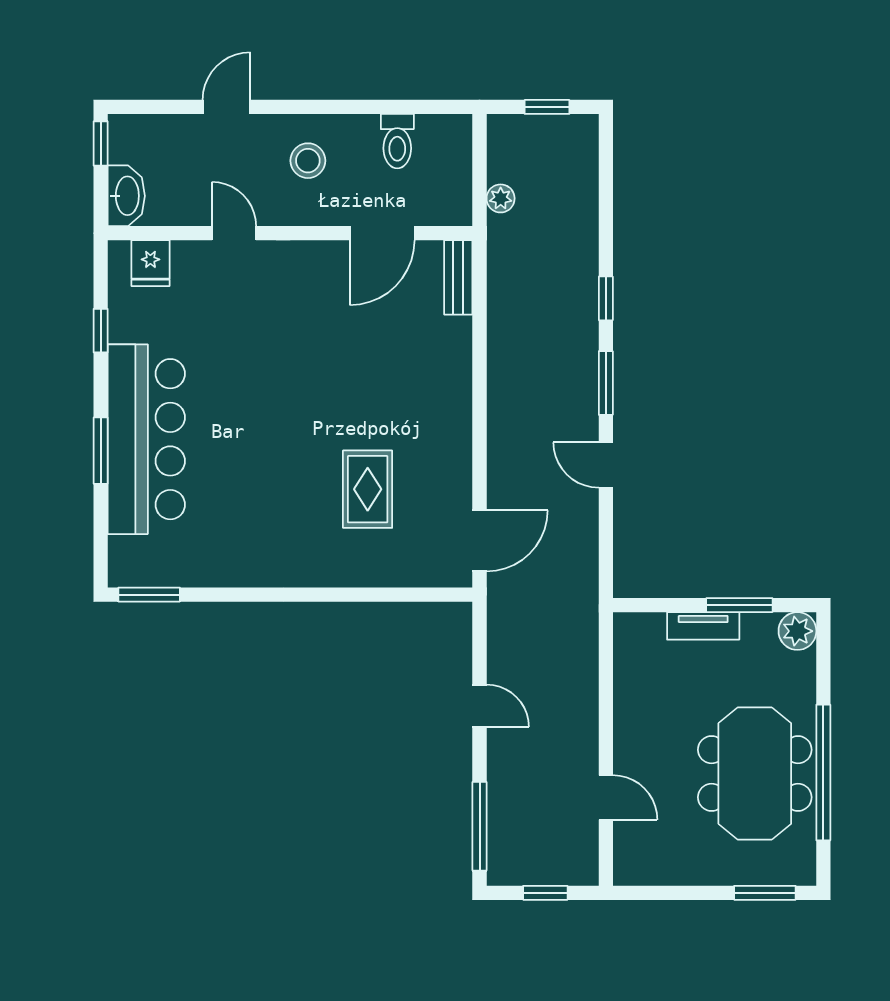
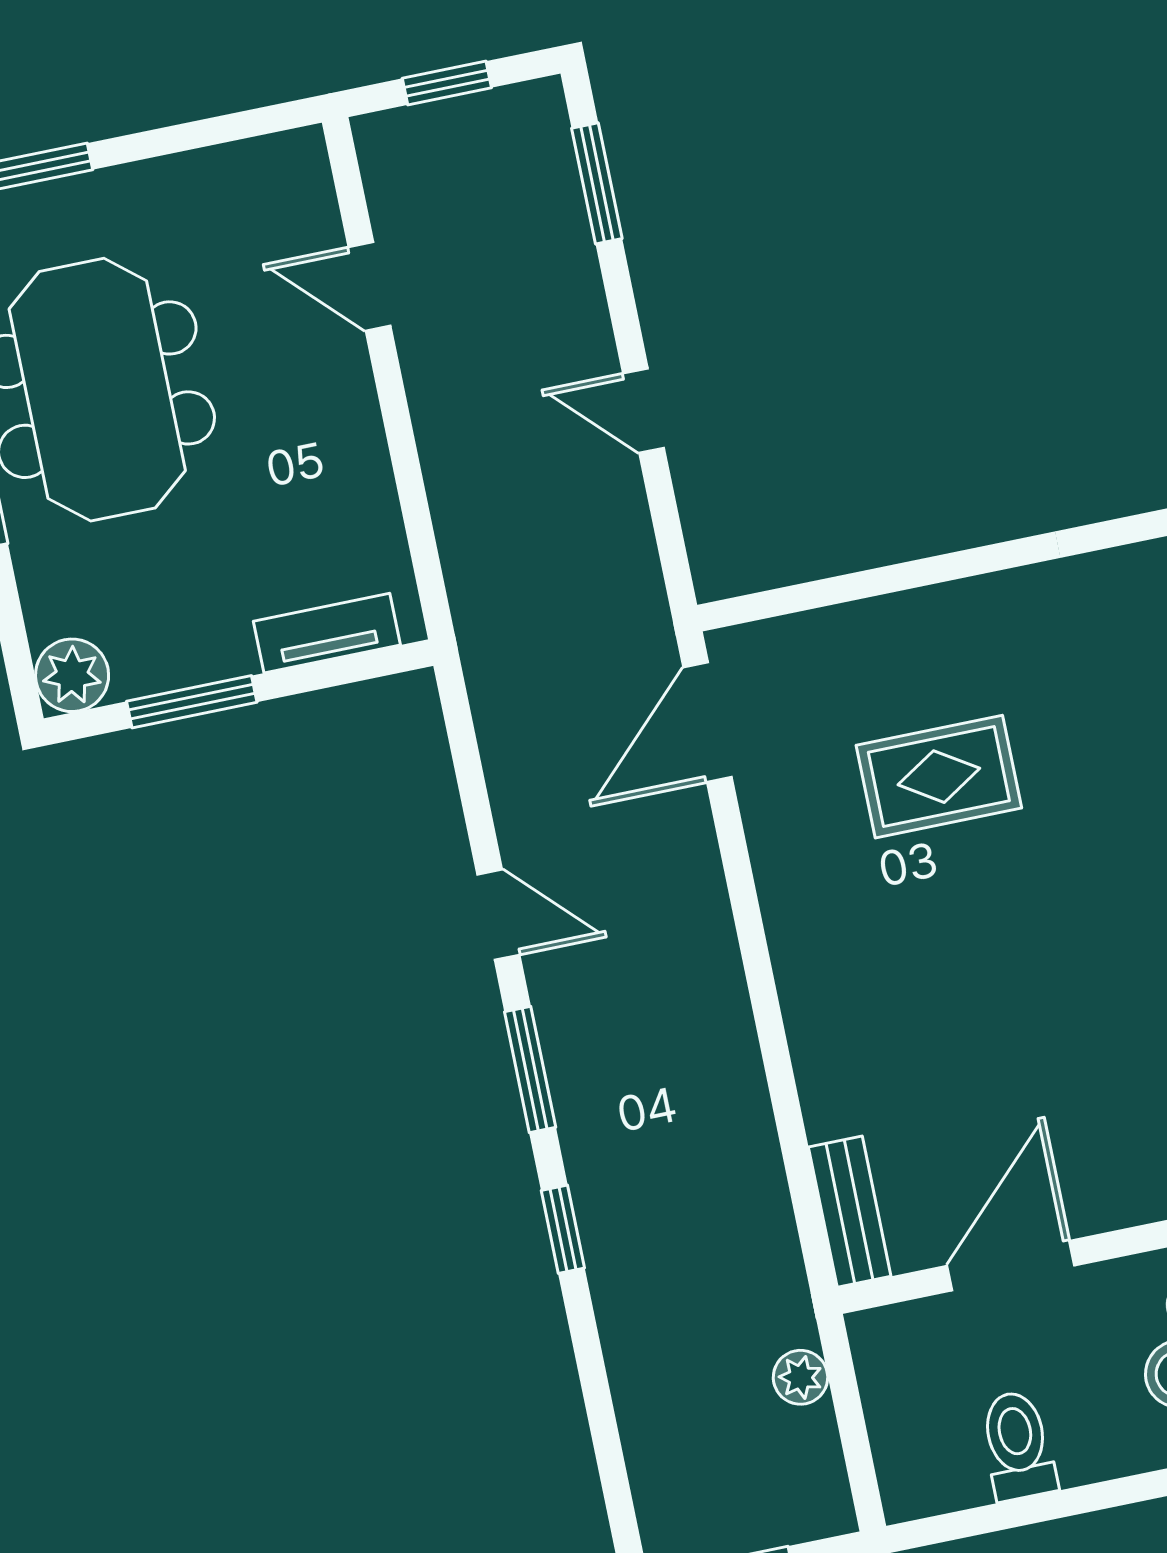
rug: (368, 489) -> (939, 777), turned 90
tv unit: (703, 626) -> (327, 633), moved
window: (480, 826) -> (597, 183), width x0.69

